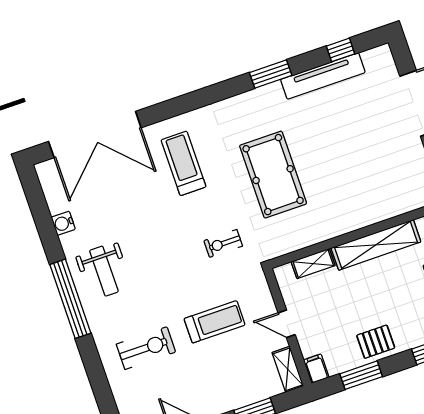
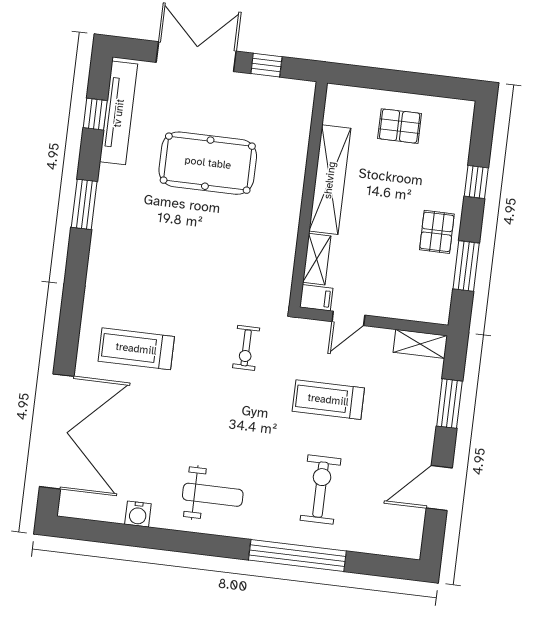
tv unit: (323, 76) -> (119, 113), moved
pool table: (273, 175) -> (208, 163), moved
window: (70, 299) -> (297, 556), moved
treadmill: (215, 322) -> (328, 400), turned -90
door: (287, 324) -> (348, 318), moved
filing cabinet: (316, 369) -> (316, 298), moved, turned 180

